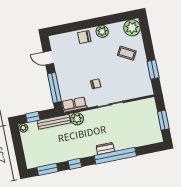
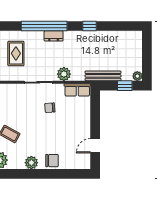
door: (48, 58) -> (95, 146), swing flipped
window: (54, 88) -> (95, 112), removed
plant: (77, 119) -> (64, 74), moved
rug: (136, 126) -> (16, 53), added
window: (48, 169) -> (120, 26), removed

